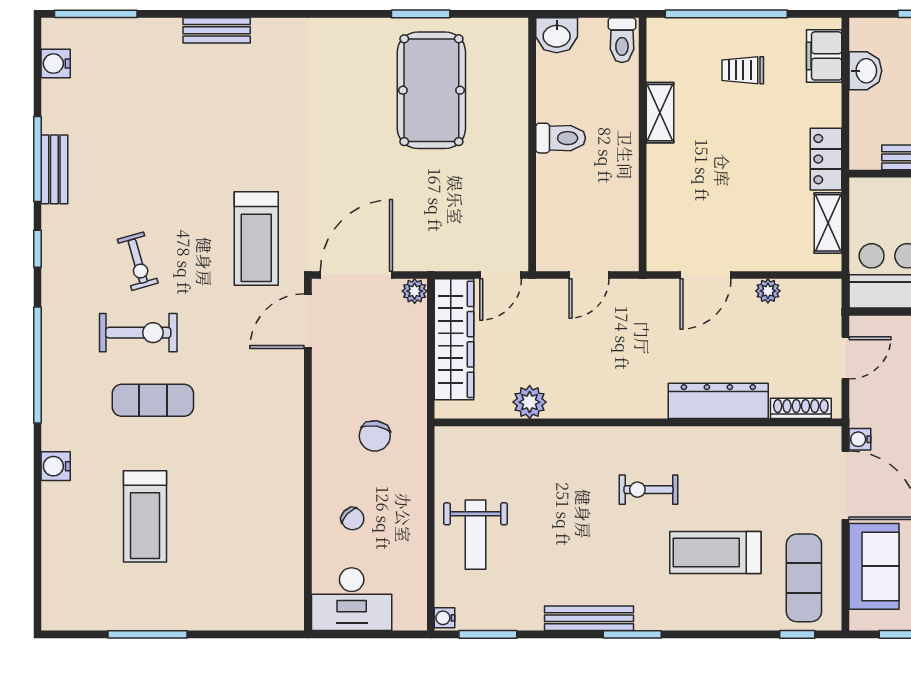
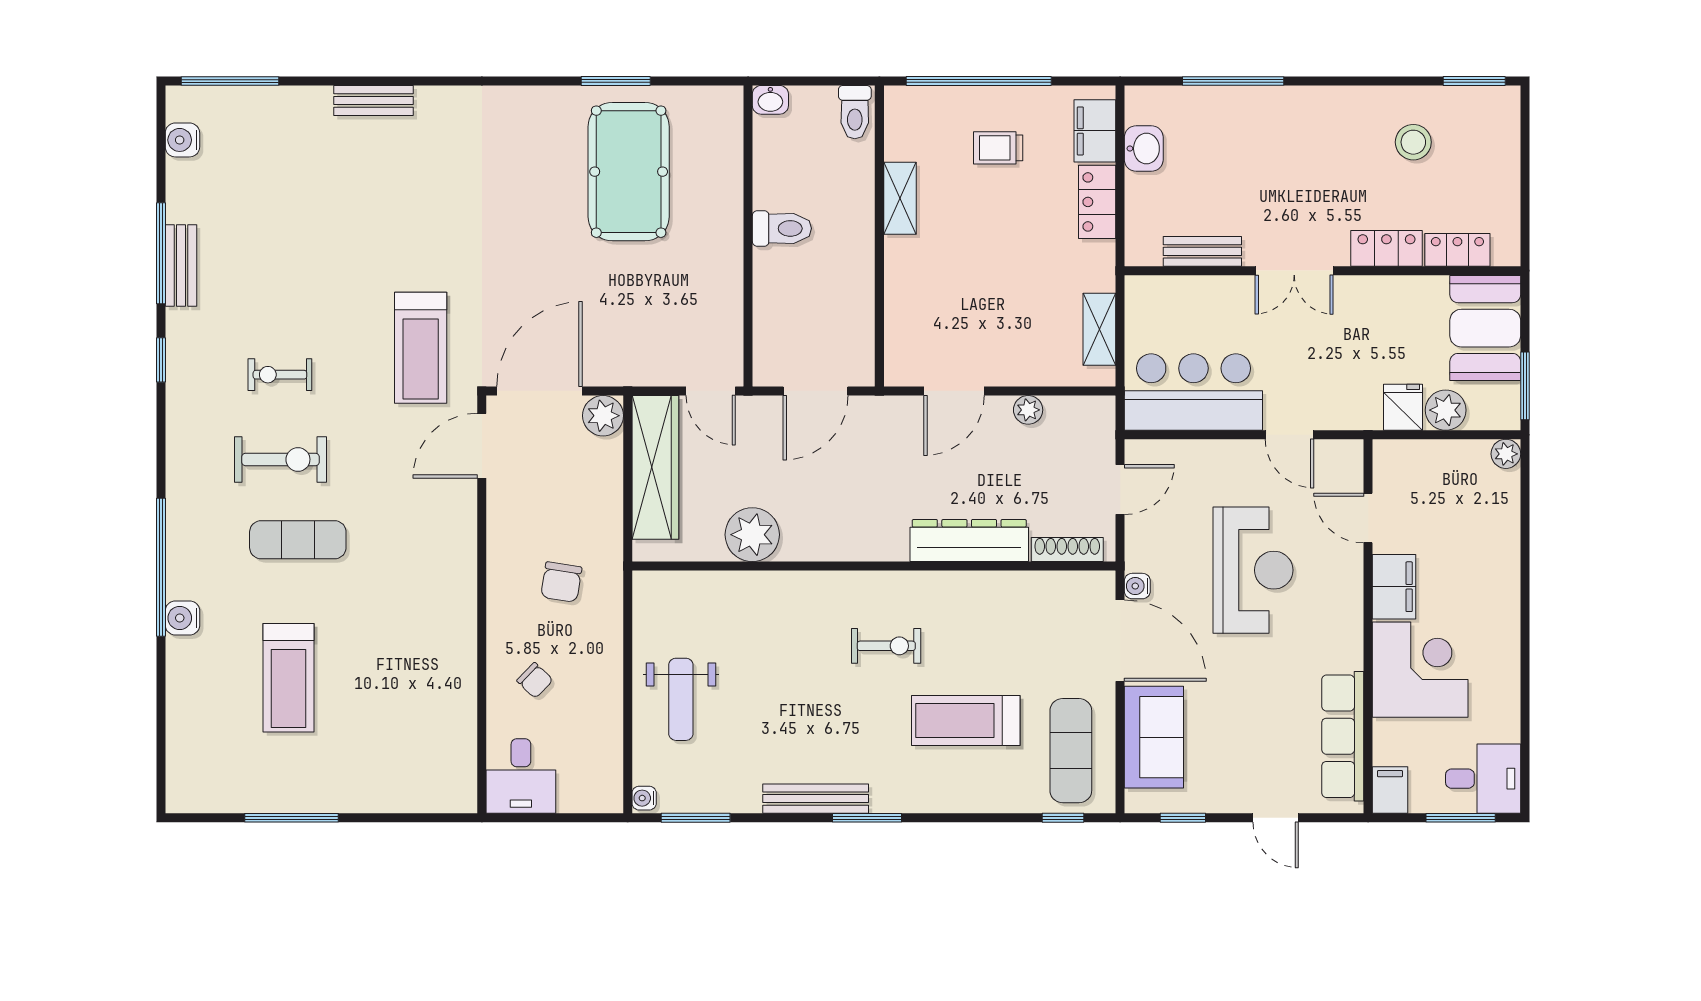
washbasin: (557, 35) -> (770, 100), width x0.72, depth x0.69
locker: (826, 159) -> (1097, 202), moved
exercise bike: (138, 261) -> (280, 375), turned 106
door: (501, 275) -> (711, 391), hinge flipped
door: (589, 275) -> (816, 391), width x1.38
plant: (415, 291) -> (603, 416), width x1.38, depth x1.38
window: (38, 365) -> (161, 567), moved
plant: (530, 402) -> (752, 535), width x1.36, depth x1.36
exercise bike: (648, 490) -> (886, 646), turned 180
desk: (352, 599) -> (521, 776), width x0.73

